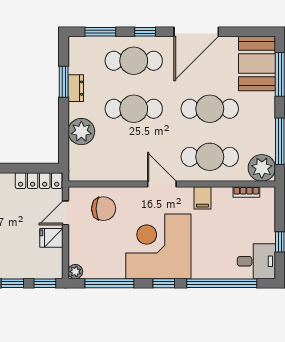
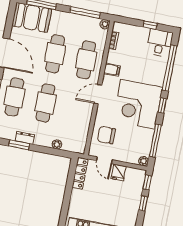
plant: (81, 132) -> (57, 144), width x0.53, depth x0.53
plant: (262, 168) -> (105, 24), width x0.53, depth x0.53
chair: (104, 209) -> (106, 135), turned -90

